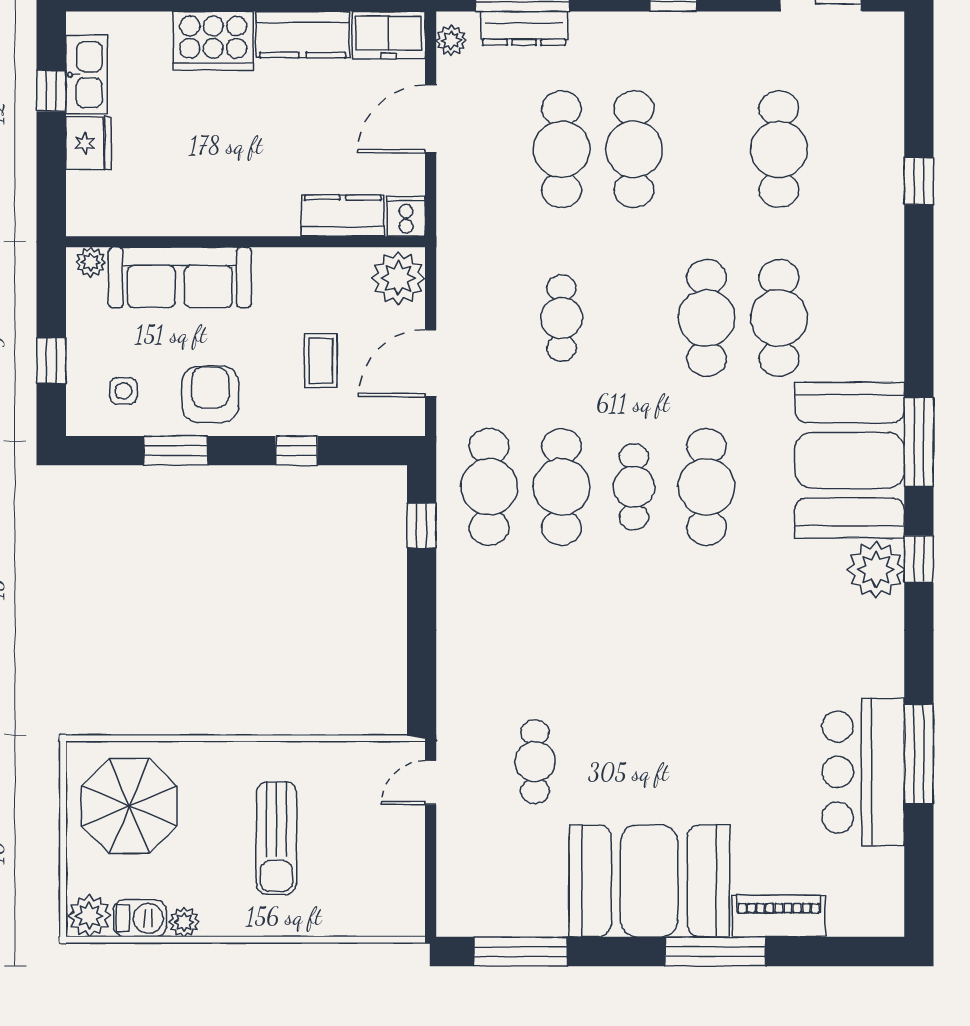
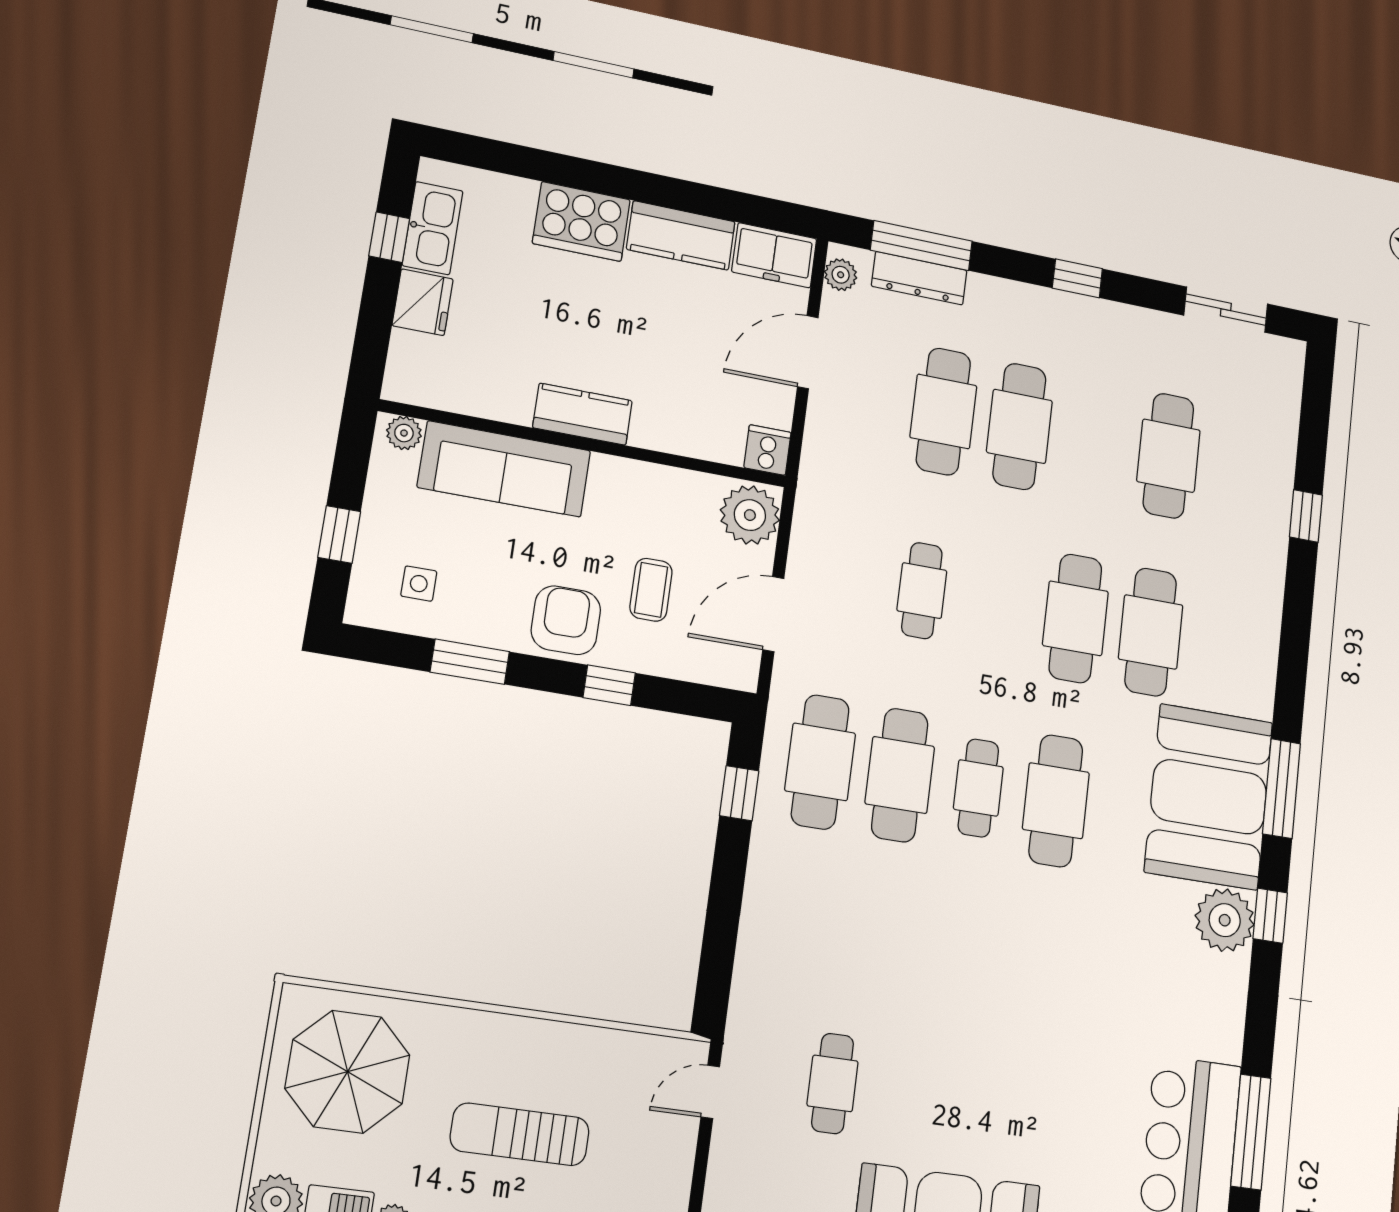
kitchen counter: (343, 216) -> (582, 414), moved
armchair: (210, 394) -> (566, 620), moved
sun lounger: (276, 838) -> (520, 1134), turned 90

